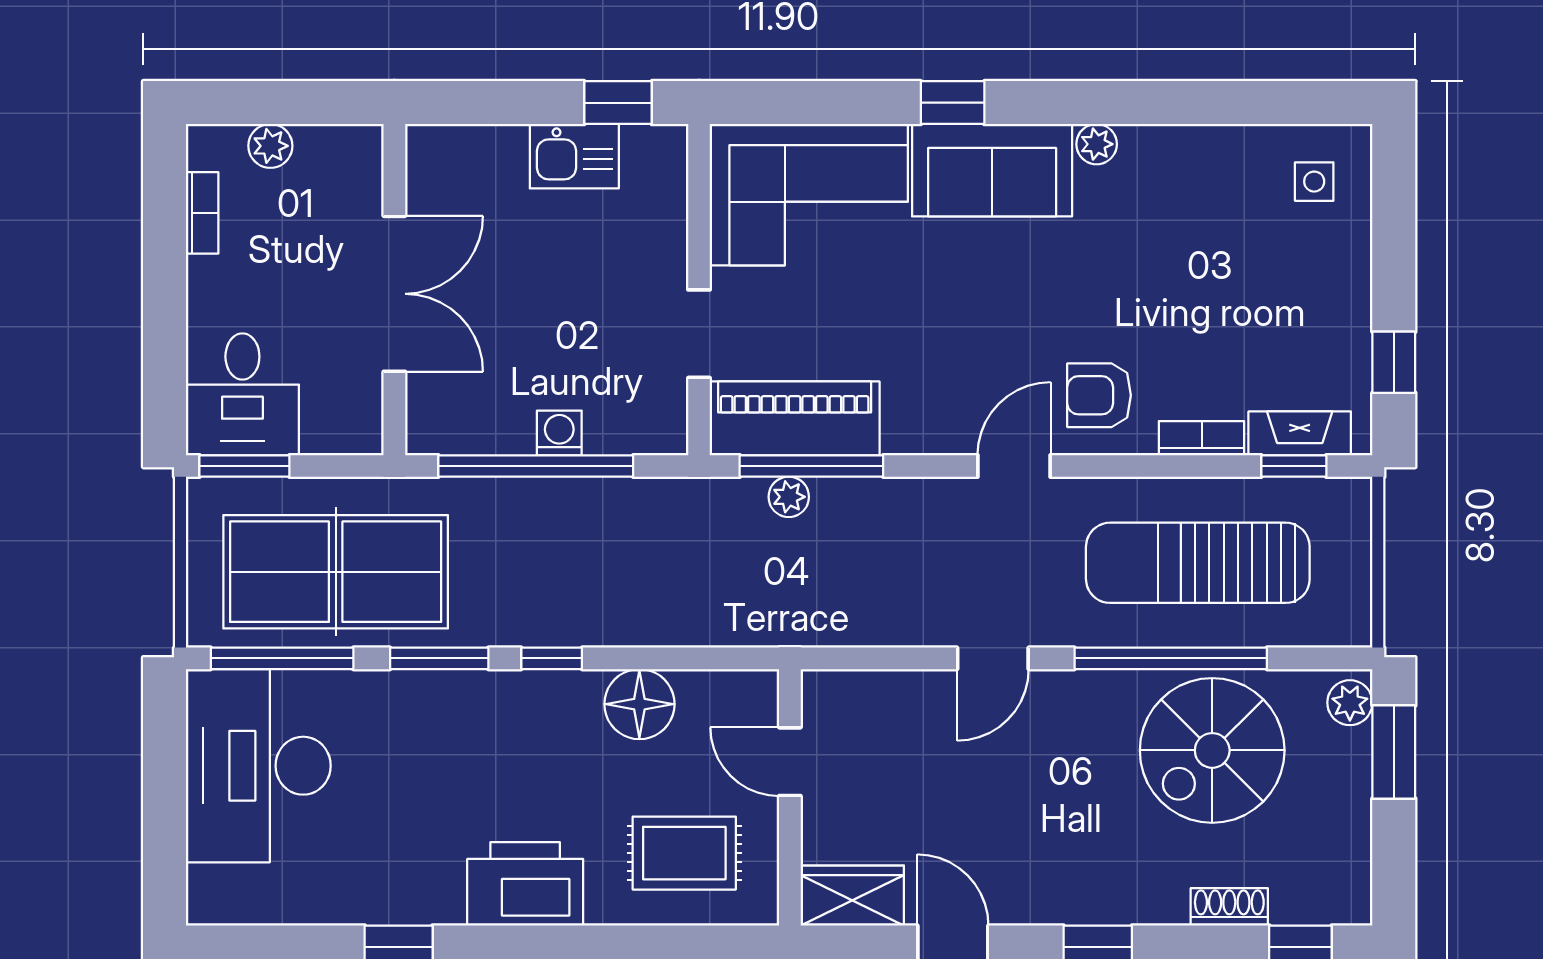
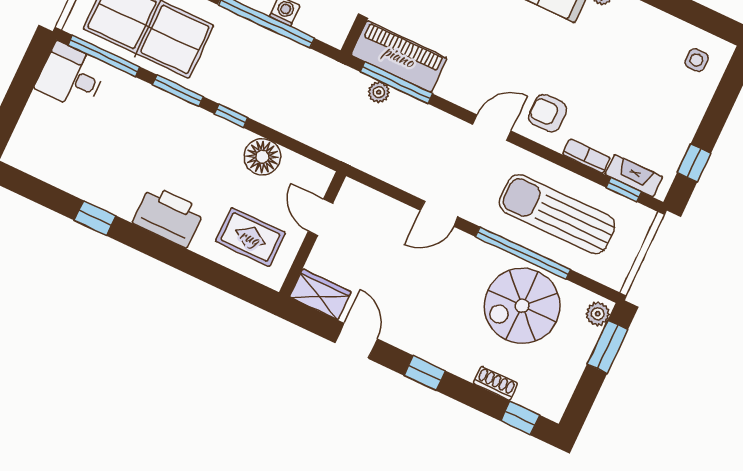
desk: (258, 766) -> (71, 76), width x0.53, depth x0.77

